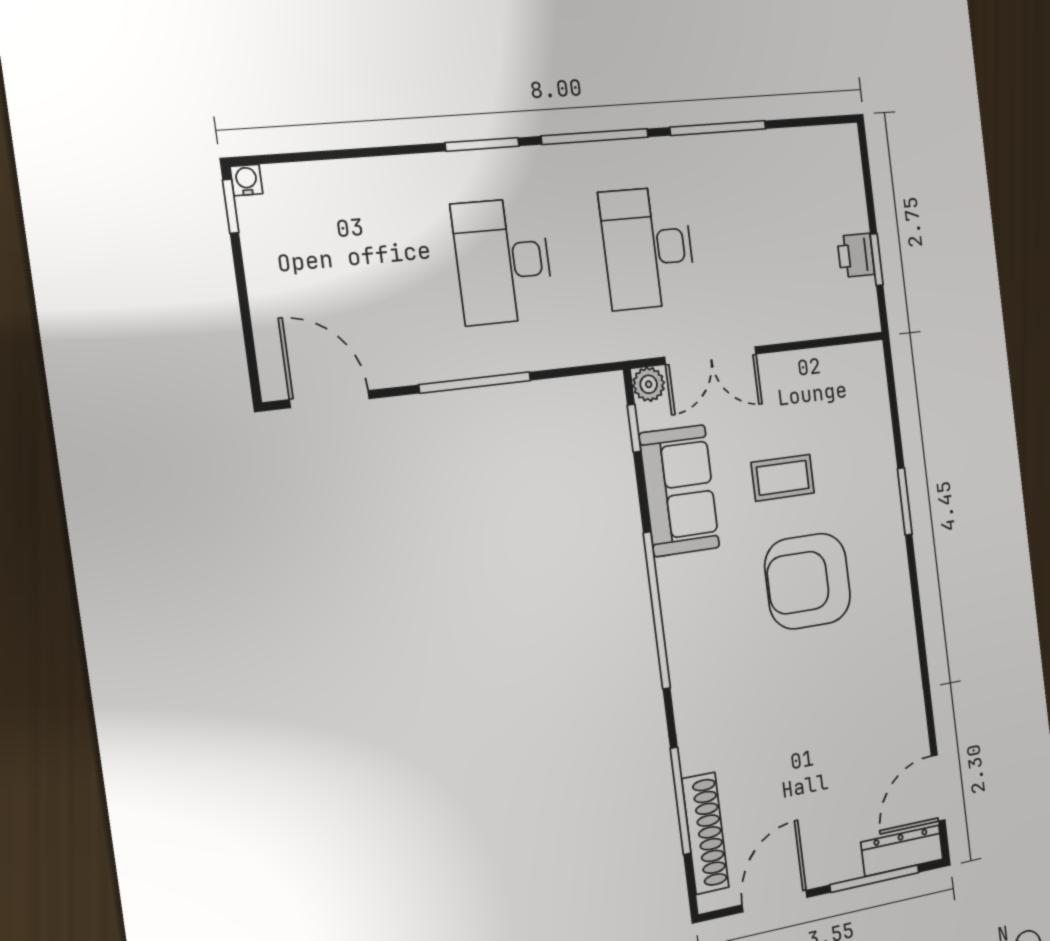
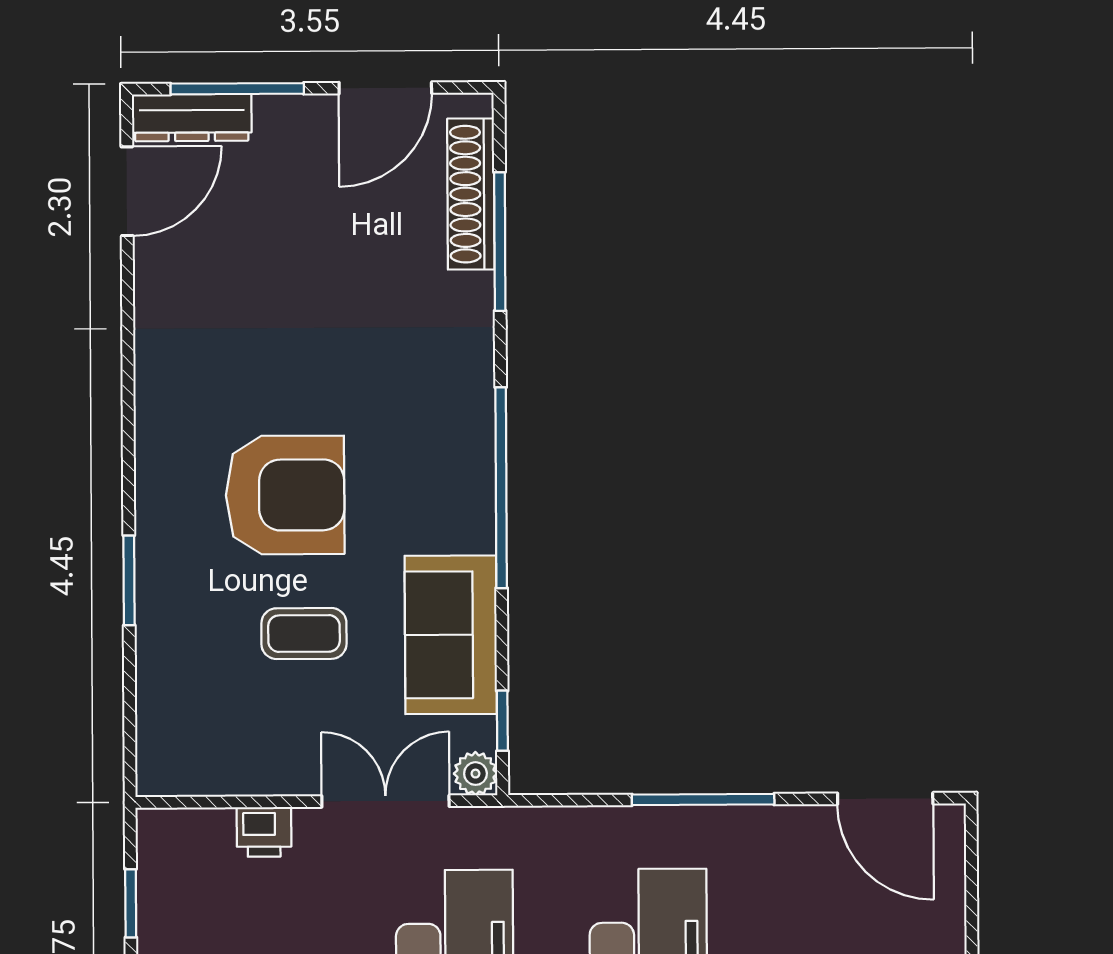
printer: (856, 255) -> (264, 832), moved, turned 90

